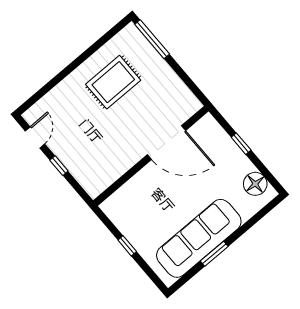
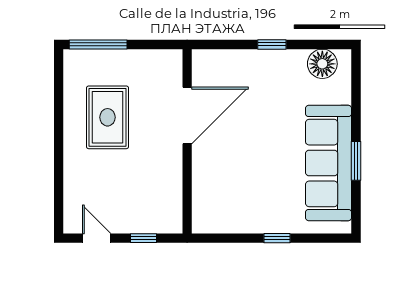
door: (166, 143) -> (187, 116), moved
wall: (151, 156) -> (187, 141), moved

